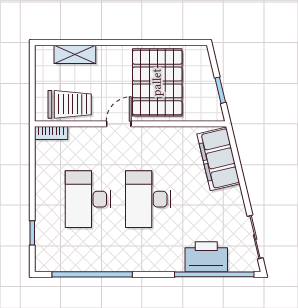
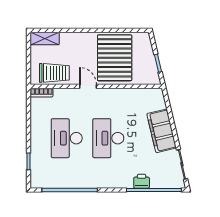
shelving: (75, 54) -> (45, 38), moved
door: (119, 124) -> (88, 86), hinge flipped
filing cabinet: (218, 159) -> (162, 131), moved
printer: (206, 257) -> (142, 181), width x0.53, depth x0.68

